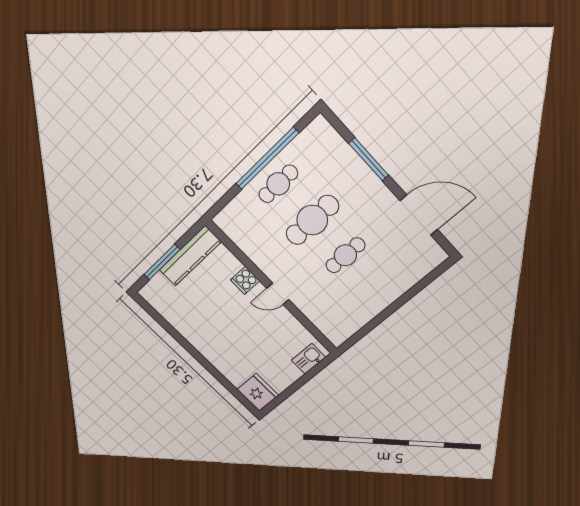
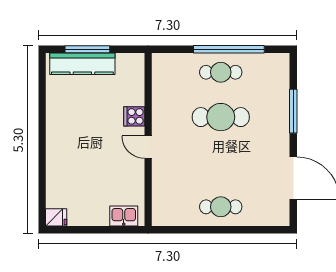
cafe table: (345, 255) -> (221, 207), moved
kitchen counter: (190, 256) -> (82, 64), moved
fridge: (258, 392) -> (56, 217), width x0.53, depth x0.75

